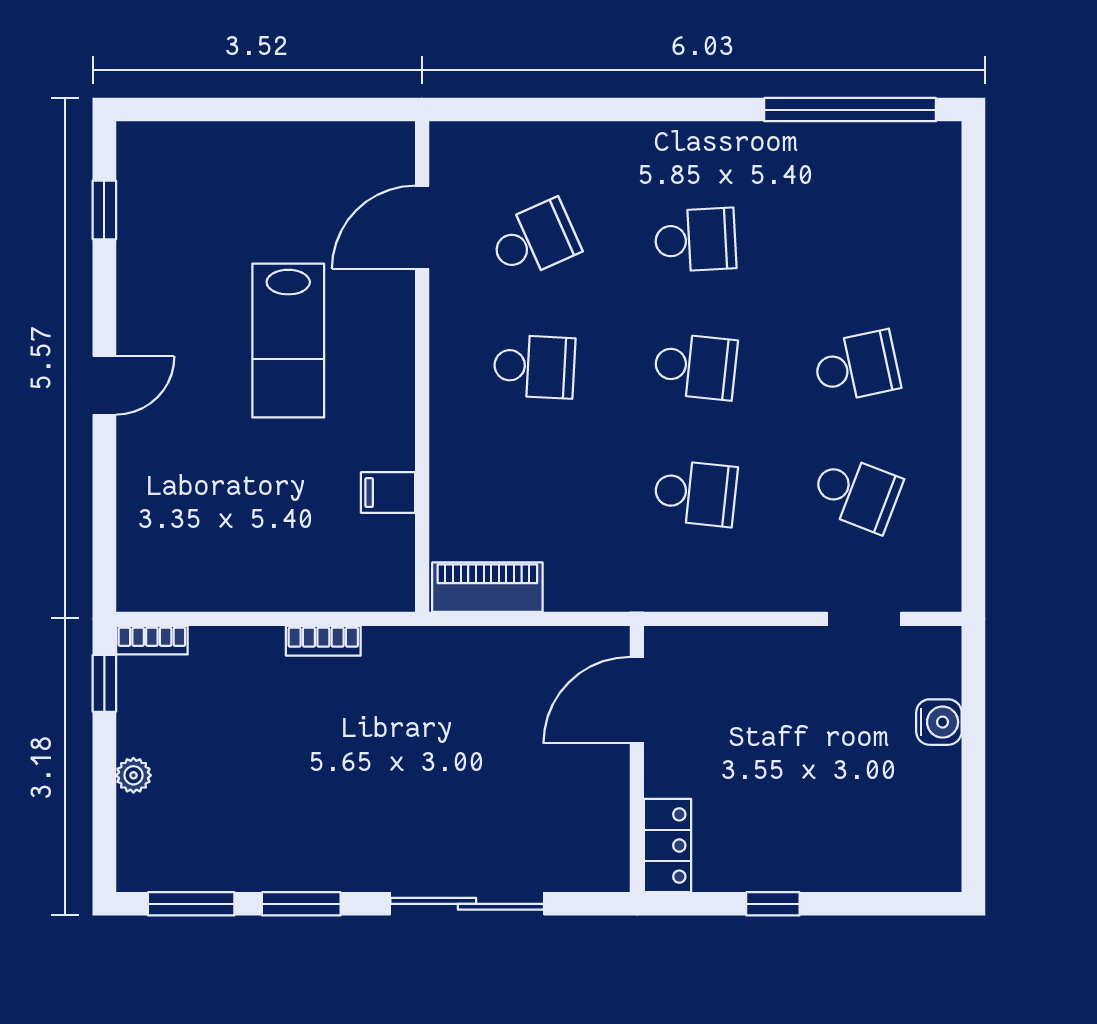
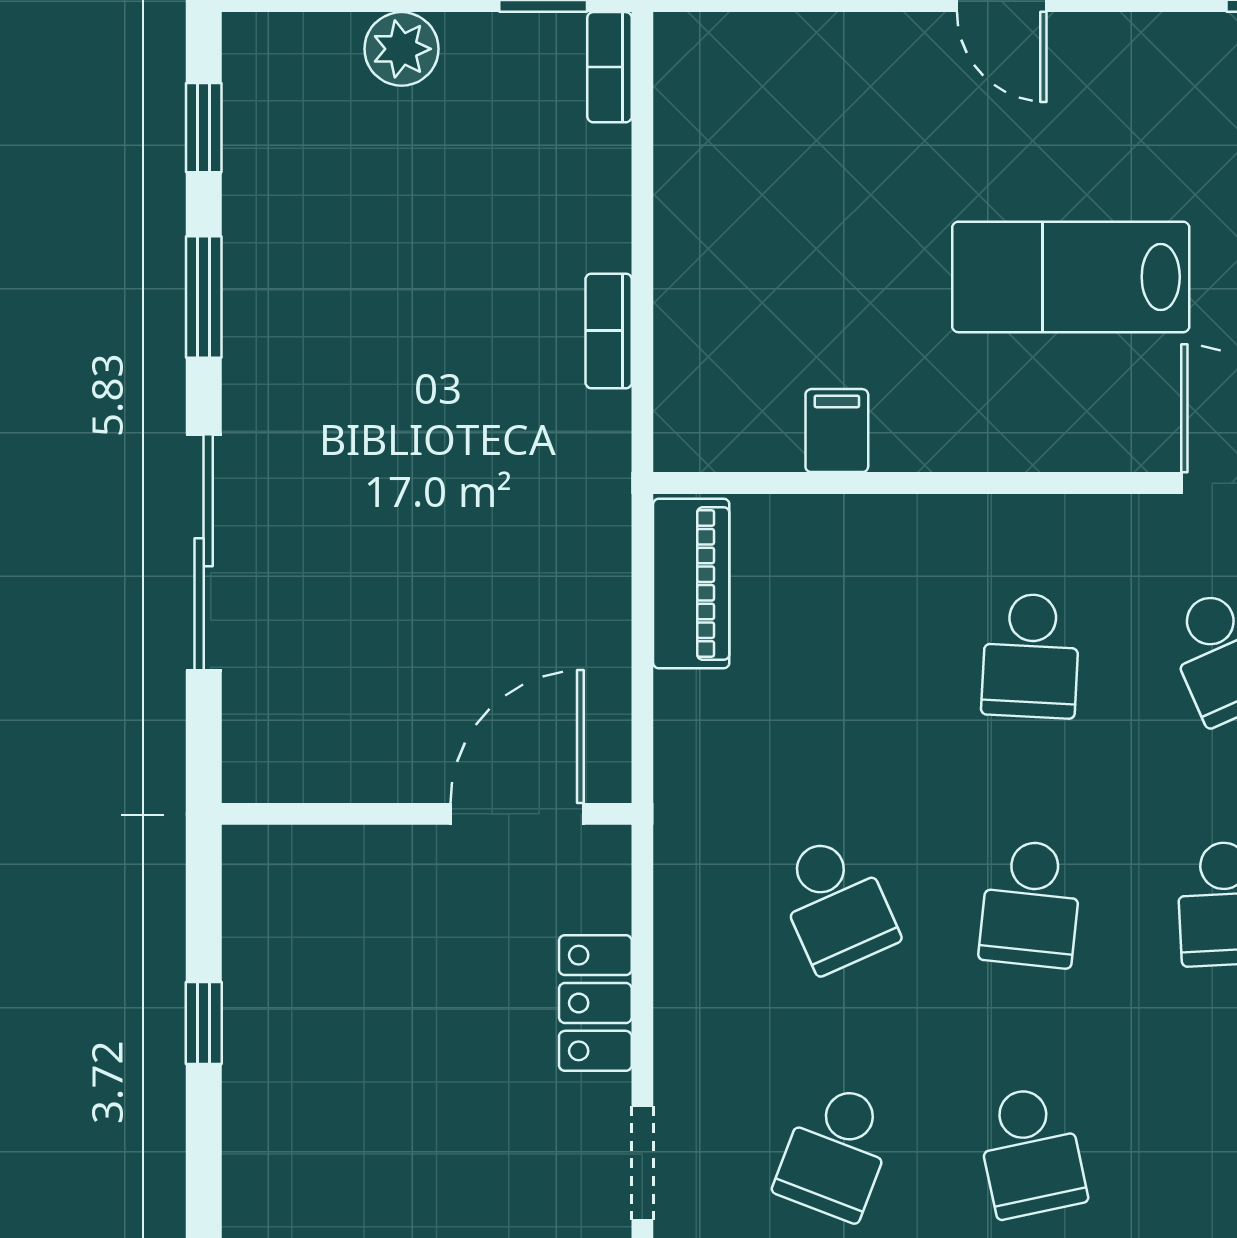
school desk: (695, 493) -> (836, 904), turned -30
door: (637, 700) -> (517, 814), hinge flipped
plant: (133, 775) -> (402, 49), width x1.38, depth x1.38
locker: (668, 845) -> (595, 1003), moved, turned 90
window: (191, 904) -> (204, 128), width x0.67

